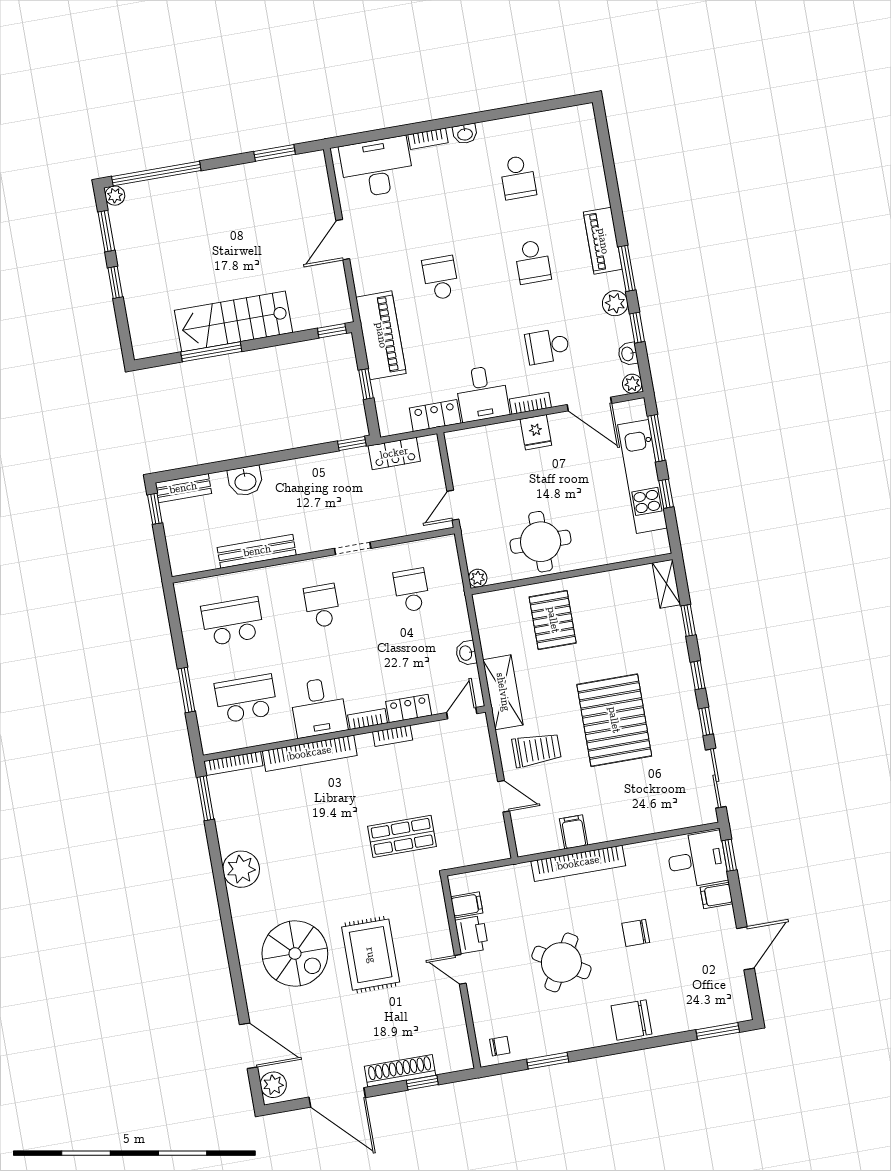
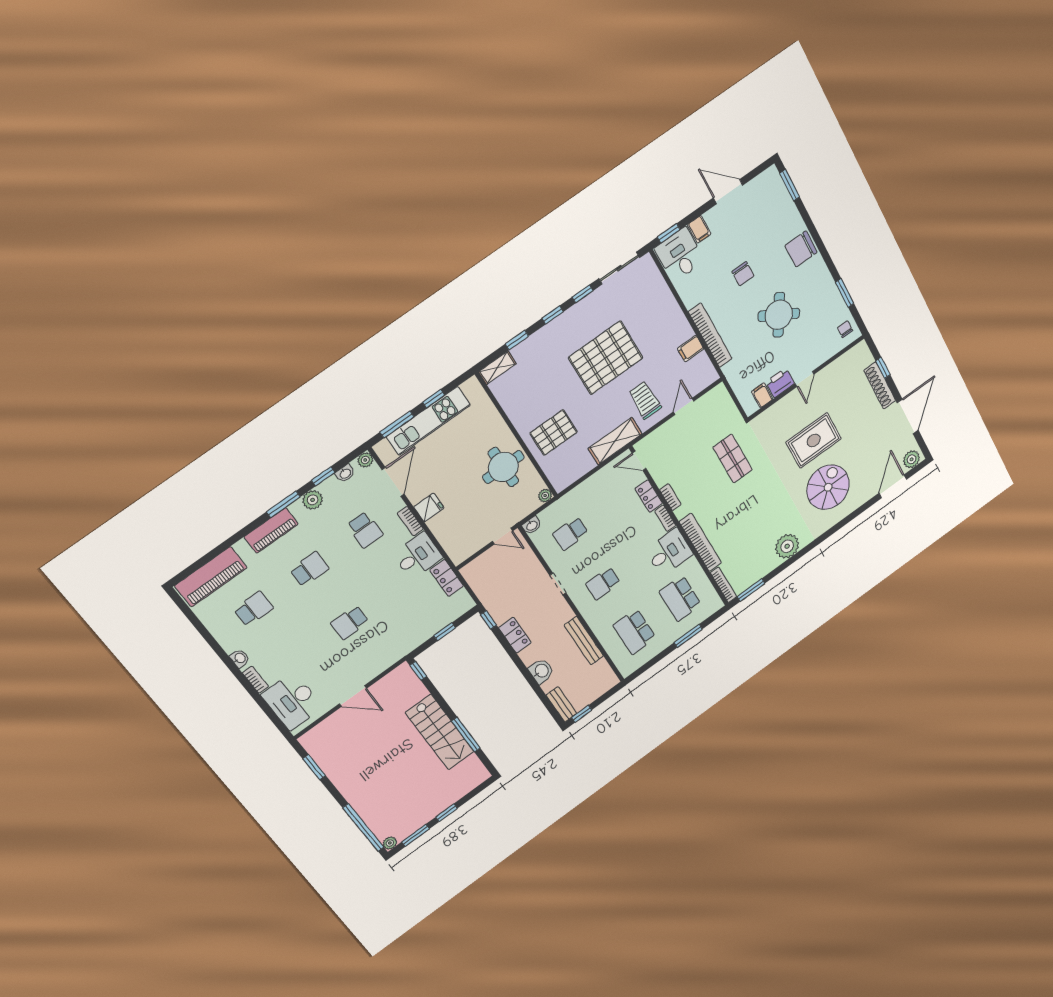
piano: (381, 335) -> (211, 577), moved, turned 180
locker: (394, 453) -> (515, 635), moved
washbasin: (466, 653) -> (532, 525), moved
chair: (632, 1020) -> (801, 249), turned 90

